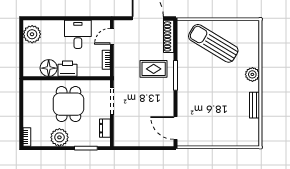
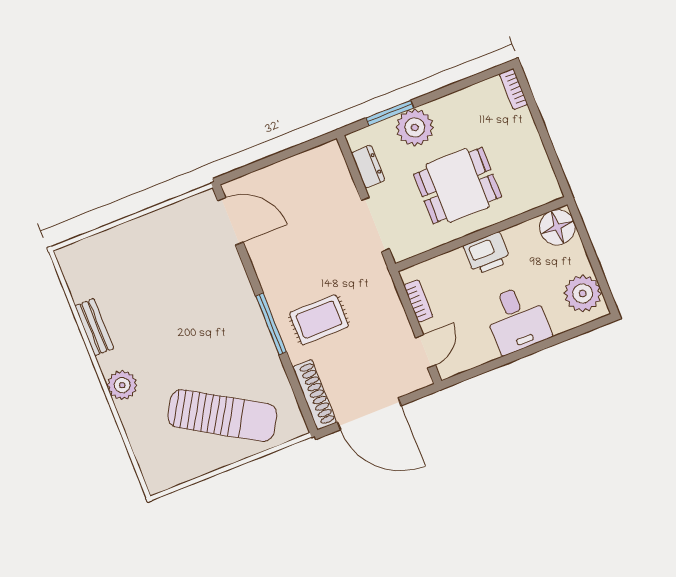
desk: (78, 34) -> (517, 319), moved
floor lamp: (49, 68) -> (557, 227), moved
dining table: (68, 104) -> (458, 185), turned 90
plant: (59, 137) -> (415, 127), moved

